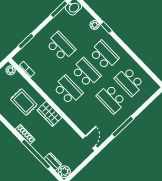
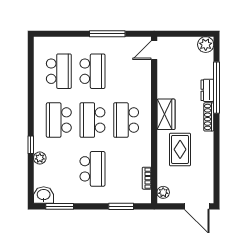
school desk: (61, 46) -> (92, 169), turned 180
dresser: (53, 162) -> (207, 90), moved

